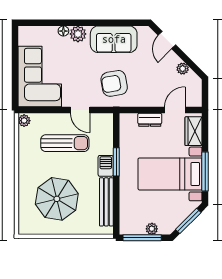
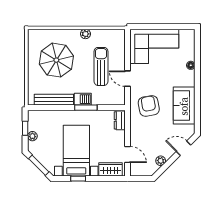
plant: (78, 34) -> (188, 77), removed
door: (80, 110) -> (128, 79), hinge flipped
dresser: (150, 120) -> (120, 120), moved
plant: (24, 121) -> (85, 34), moved
sun lounger: (65, 143) -> (101, 66), turned 180
window: (205, 172) -> (78, 179), width x0.46
window: (142, 238) -> (25, 128), width x0.46

